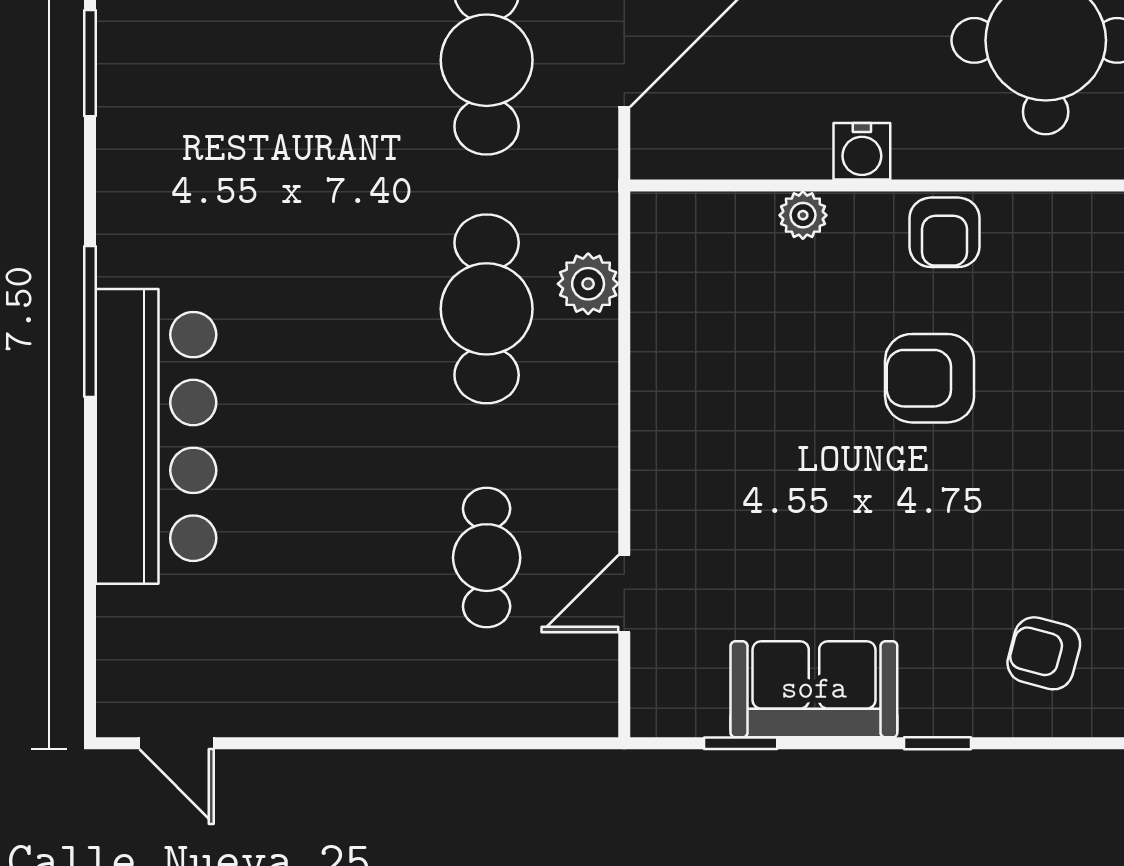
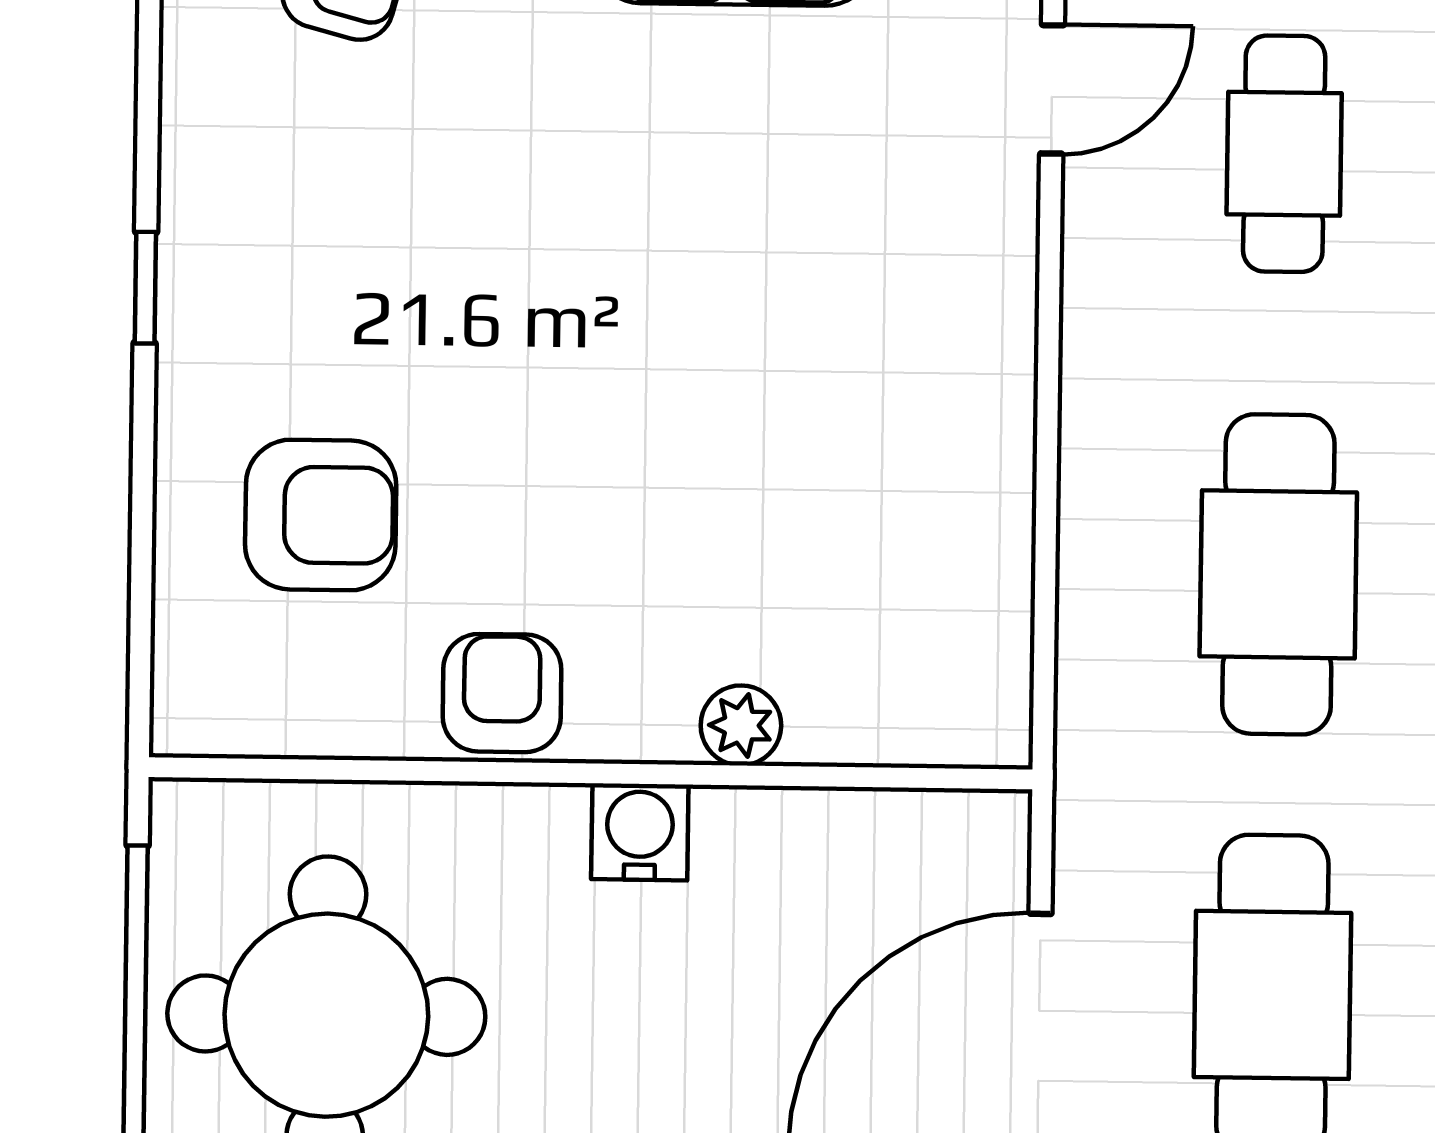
plant: (588, 284) -> (1106, 614), removed
armchair: (930, 378) -> (321, 515), moved

